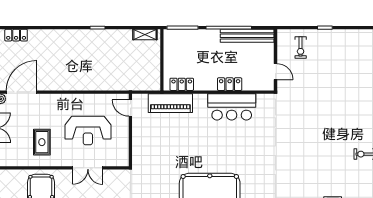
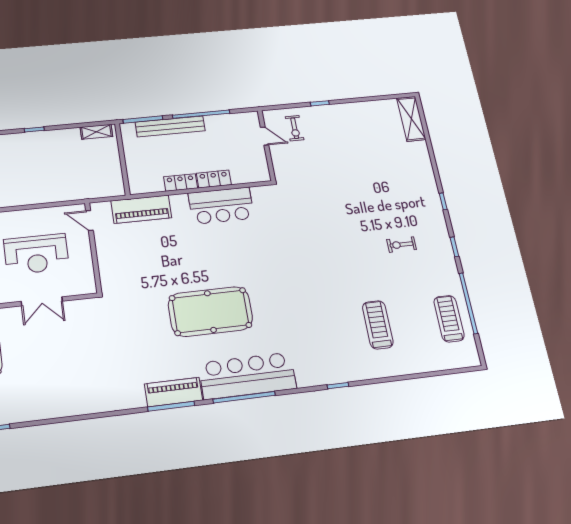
bench: (247, 36) -> (170, 126), moved
door: (275, 72) -> (265, 136), moved
locker: (182, 84) -> (181, 183), moved

